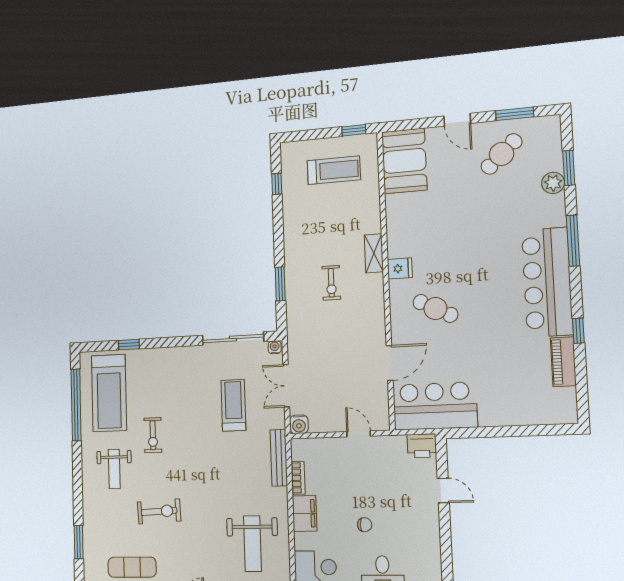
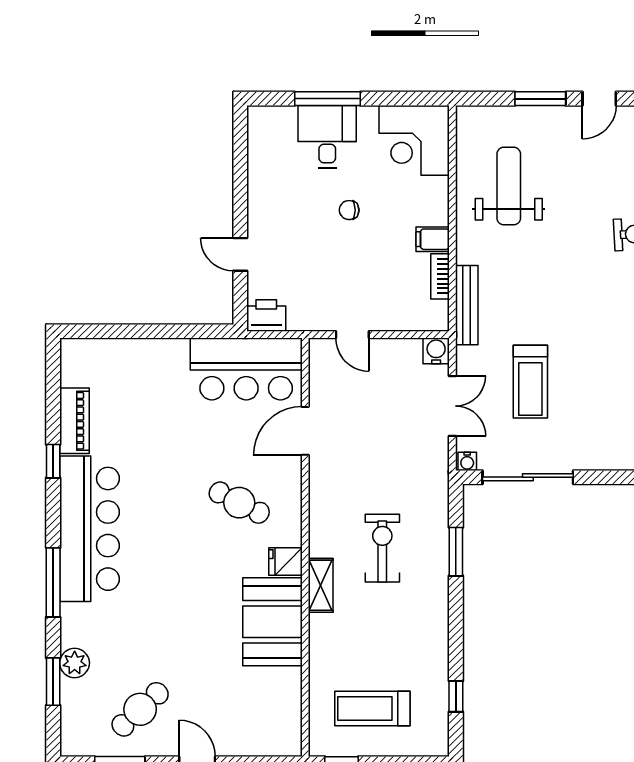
booth: (404, 161) -> (272, 622), moved
exercise bike: (331, 283) -> (382, 548), width x1.38, depth x1.39
filing cabinet: (305, 513) -> (433, 239), width x0.50

